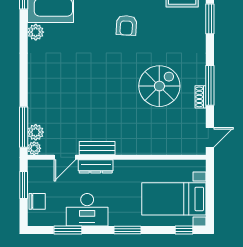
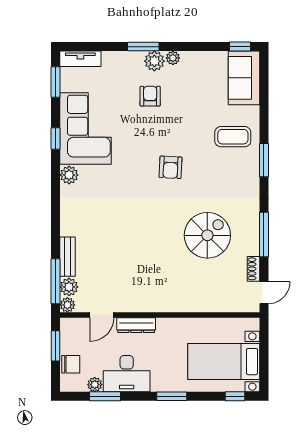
shoe rack: (201, 97) -> (253, 269), moved
bench: (97, 148) -> (68, 257), moved, turned 90
plant: (59, 220) -> (95, 385), added

